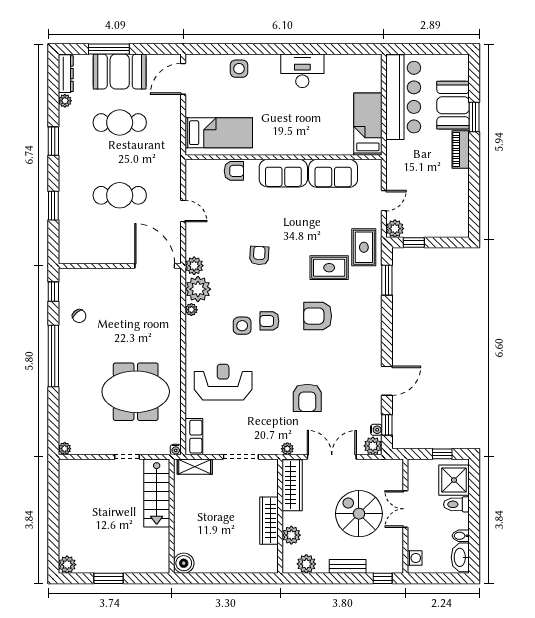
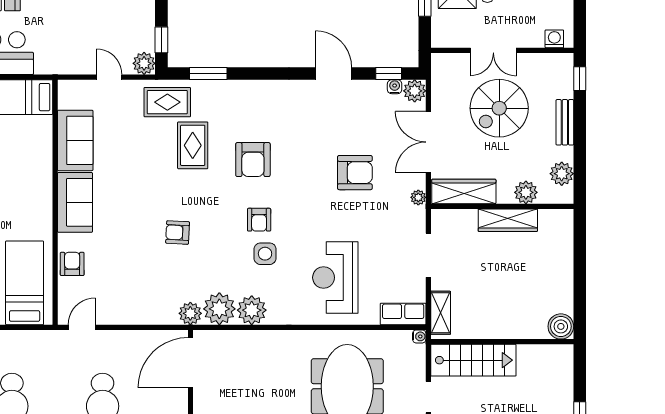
door: (183, 211) -> (82, 327), moved
plant: (191, 310) -> (252, 310), width x1.88, depth x1.88

